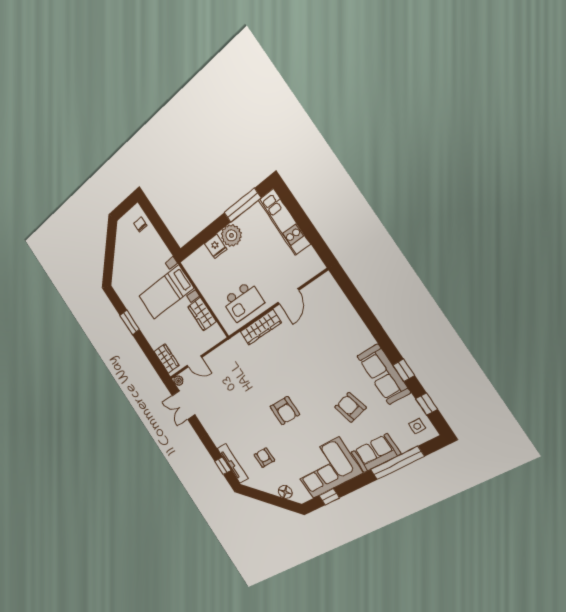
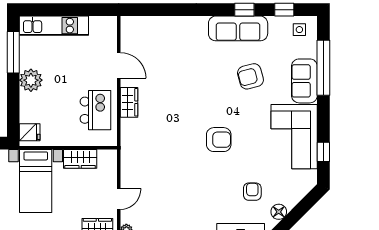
fridge: (216, 246) -> (30, 132), moved
wardrobe: (261, 327) -> (129, 102), width x0.67
armchair: (264, 458) -> (252, 192), turned 90
floor lamp: (285, 492) -> (279, 212), moved

